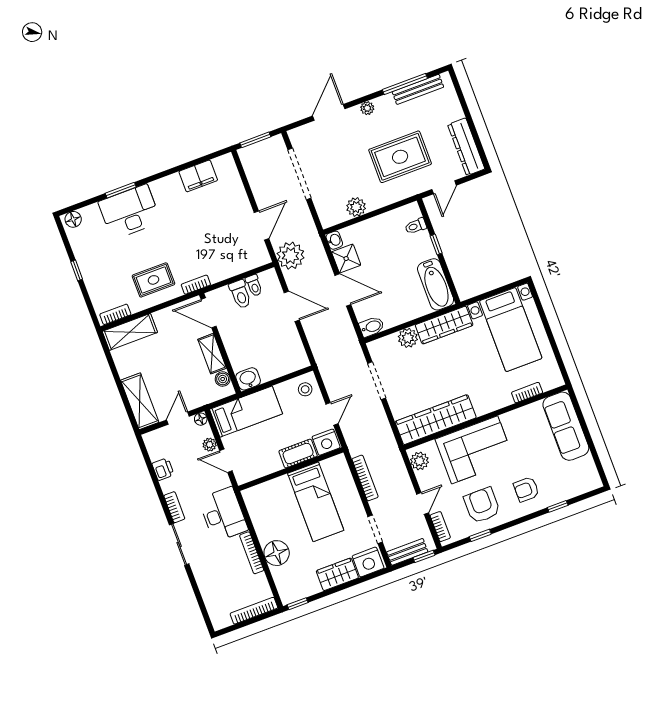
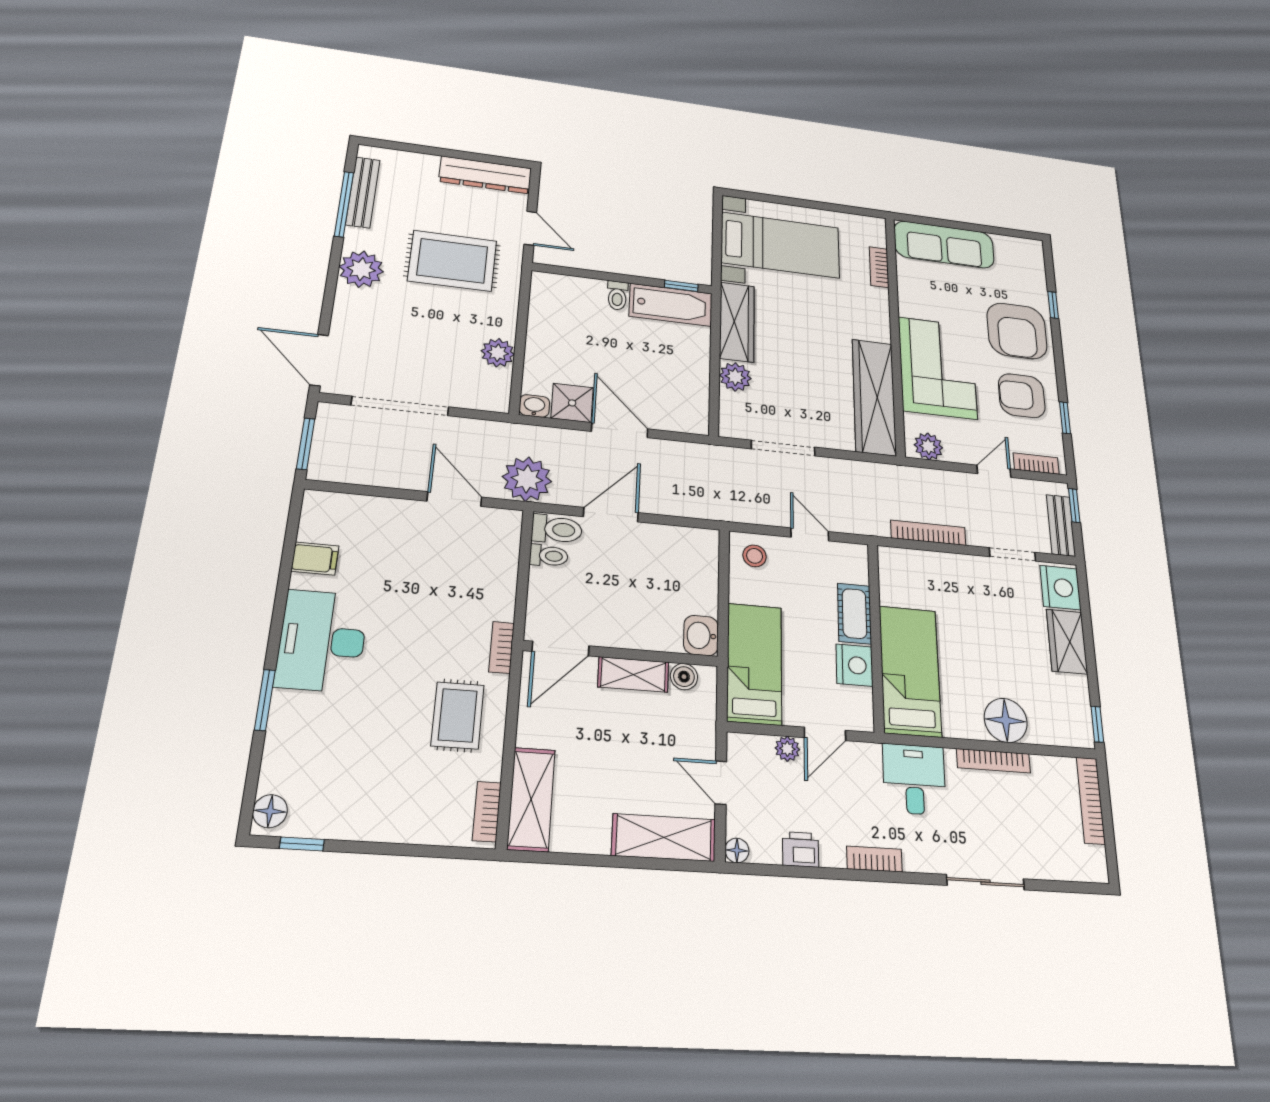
plant: (367, 108) -> (361, 269), width x1.88, depth x1.88
door: (329, 112) -> (319, 360), moved
rug: (400, 157) -> (452, 261), turned 90
filing cabinet: (198, 176) -> (315, 559), width x0.50
desk: (130, 212) -> (322, 641), moved
toilet: (416, 226) -> (617, 295), moved
window: (436, 244) -> (681, 286), moved
window: (77, 270) -> (302, 844), moved
door: (343, 290) -> (620, 430), hinge flipped
toilet: (240, 294) -> (557, 529), moved
bidet: (372, 327) -> (696, 417), removed
floor lamp: (201, 419) -> (737, 850), moved
nightstand: (326, 442) -> (854, 665), moved
armchair: (526, 489) -> (1017, 331), width x1.88, depth x1.88
bed: (316, 502) -> (910, 671), moved, turned -90
door: (423, 503) -> (994, 471), hinge flipped
desk: (223, 514) -> (914, 779), width x0.73
sliding door: (179, 544) -> (985, 882), moved

